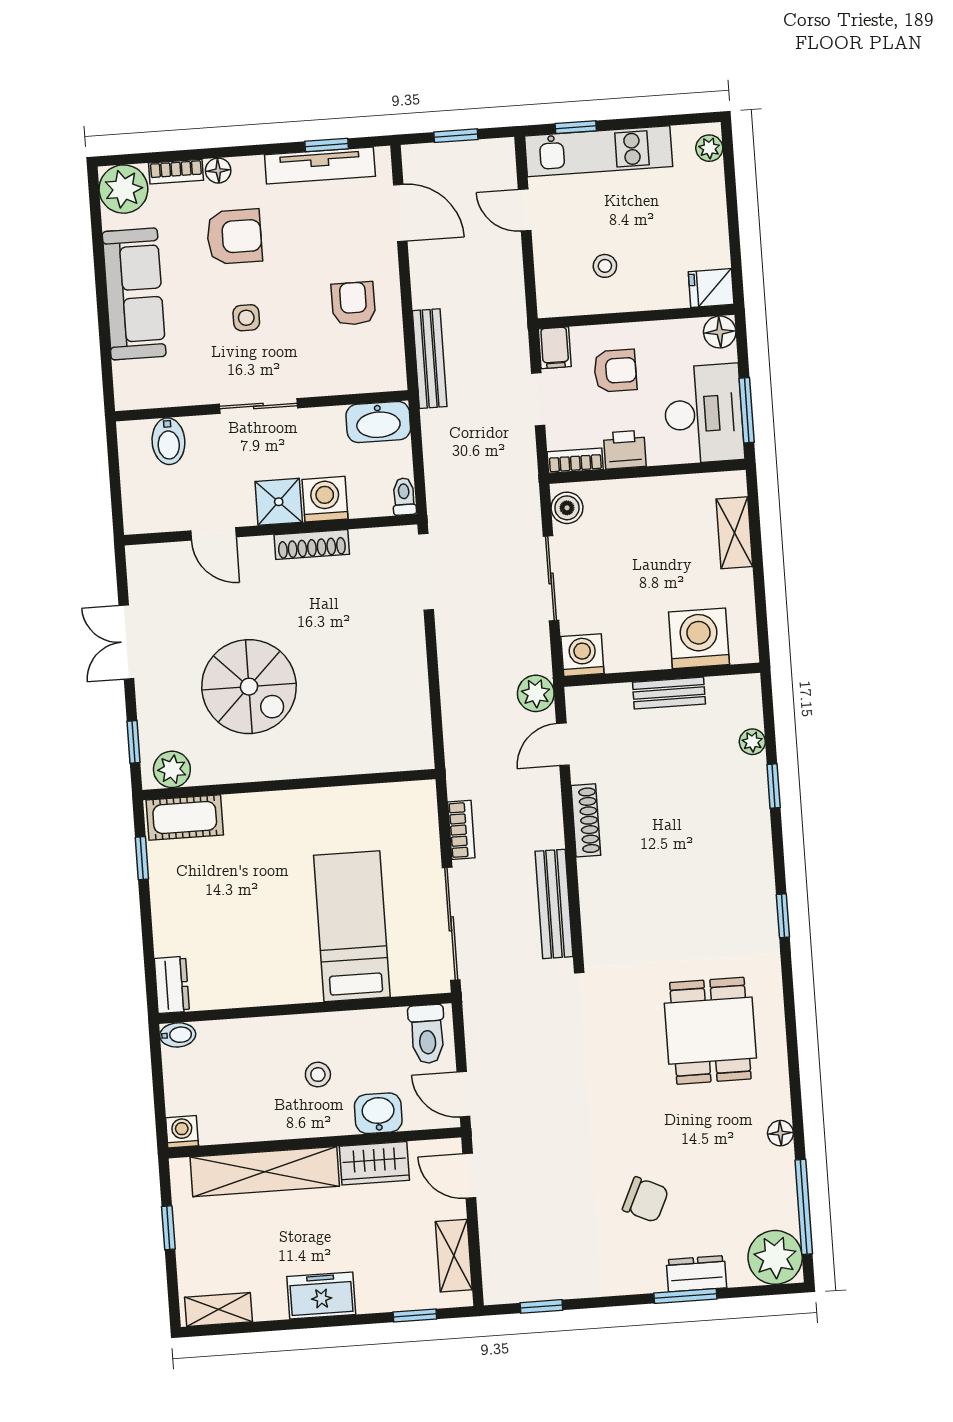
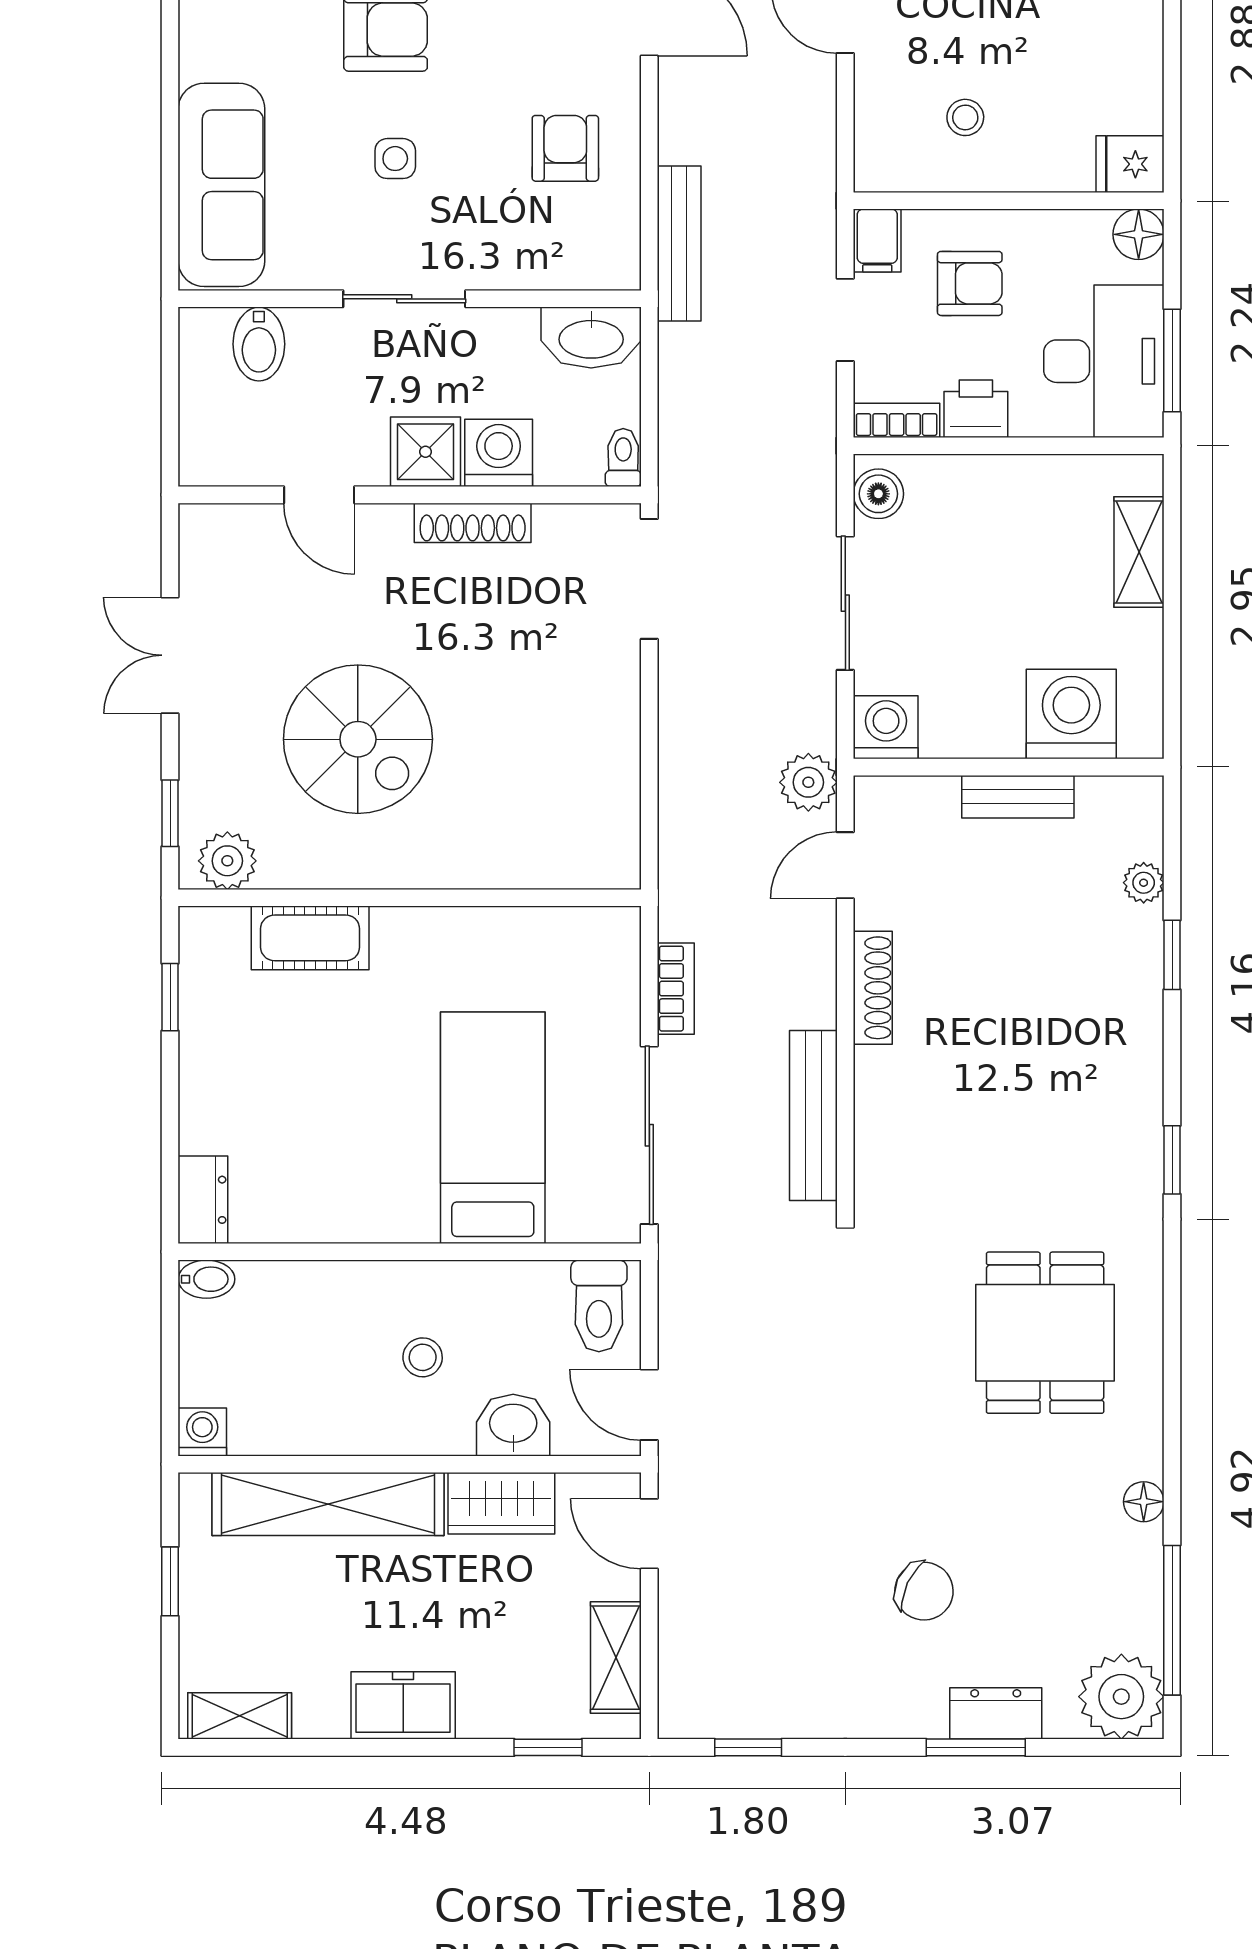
sofa: (134, 294) -> (221, 185), moved
cot: (185, 818) -> (310, 938), moved

